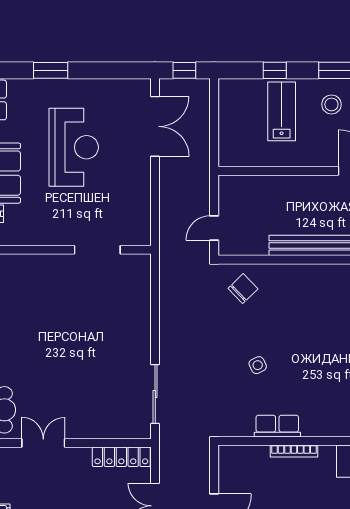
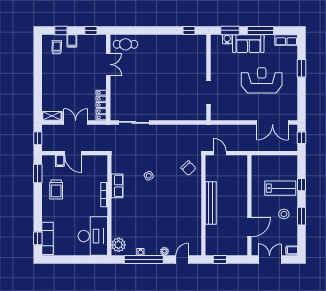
reception desk: (74, 147) -> (262, 80), turned 180

